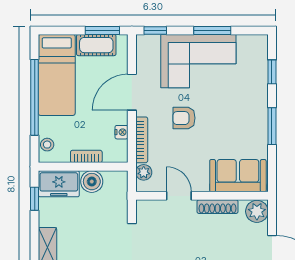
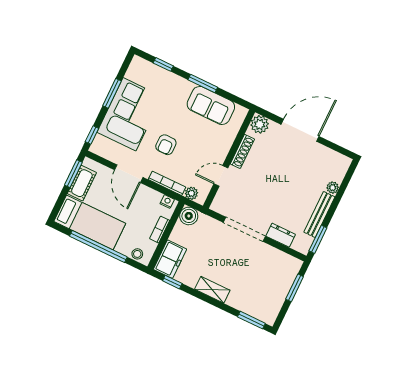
nightstand: (122, 132) -> (167, 201), moved
sofa: (238, 176) -> (211, 105), moved, turned -90
boiler: (92, 182) -> (189, 216), moved

